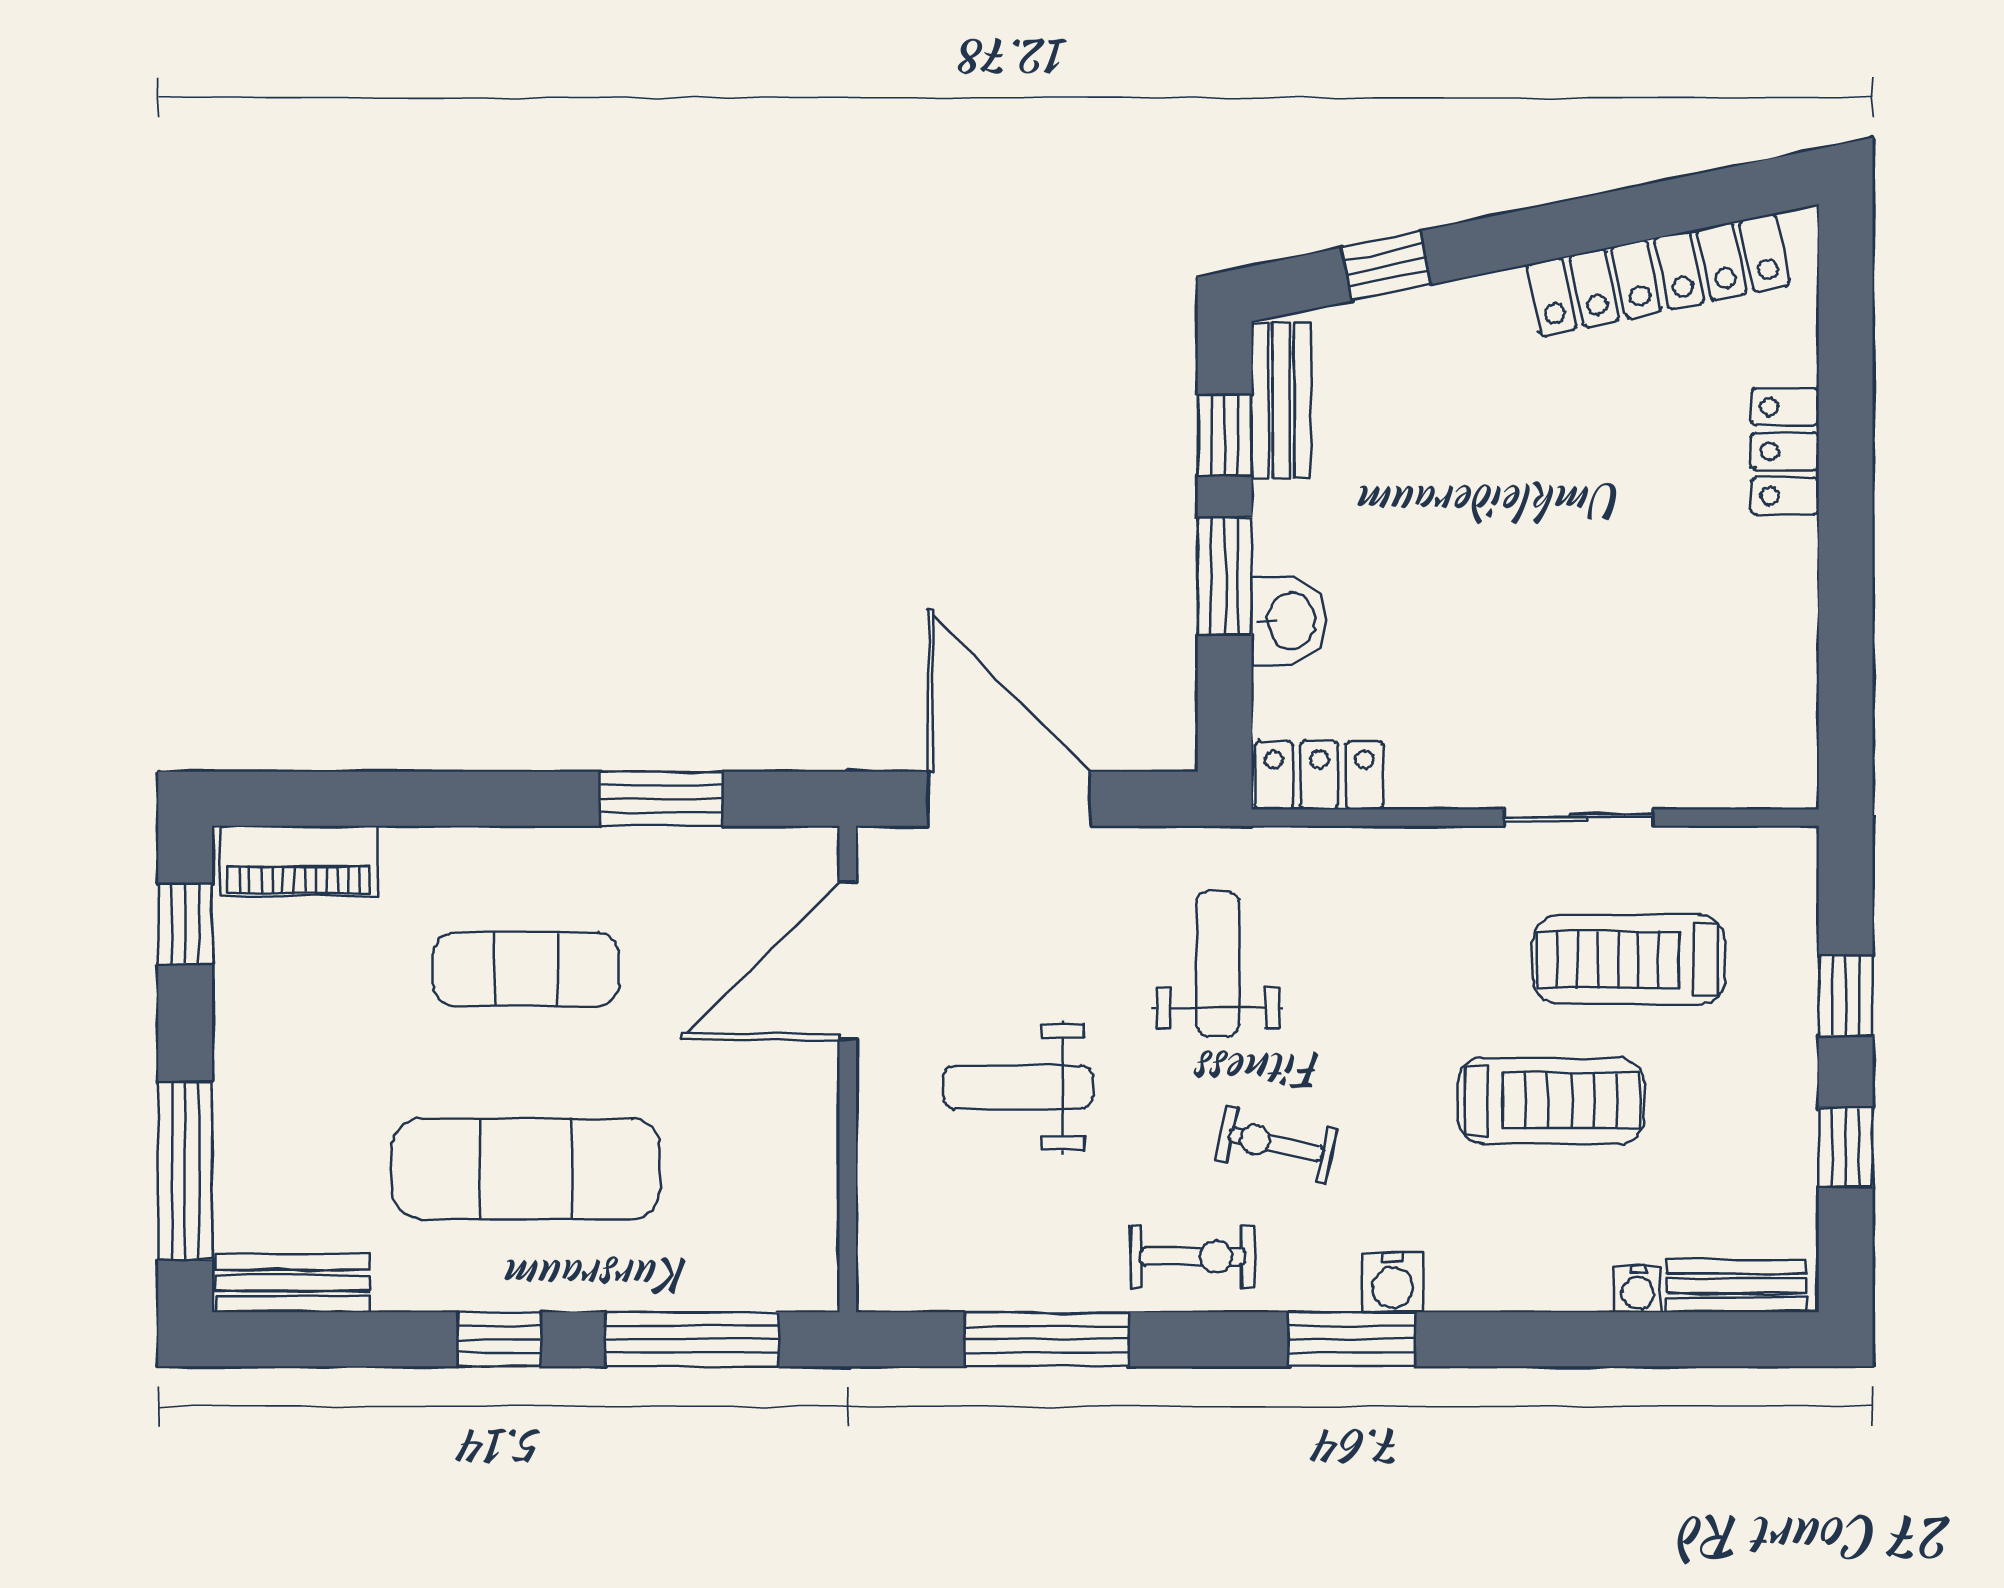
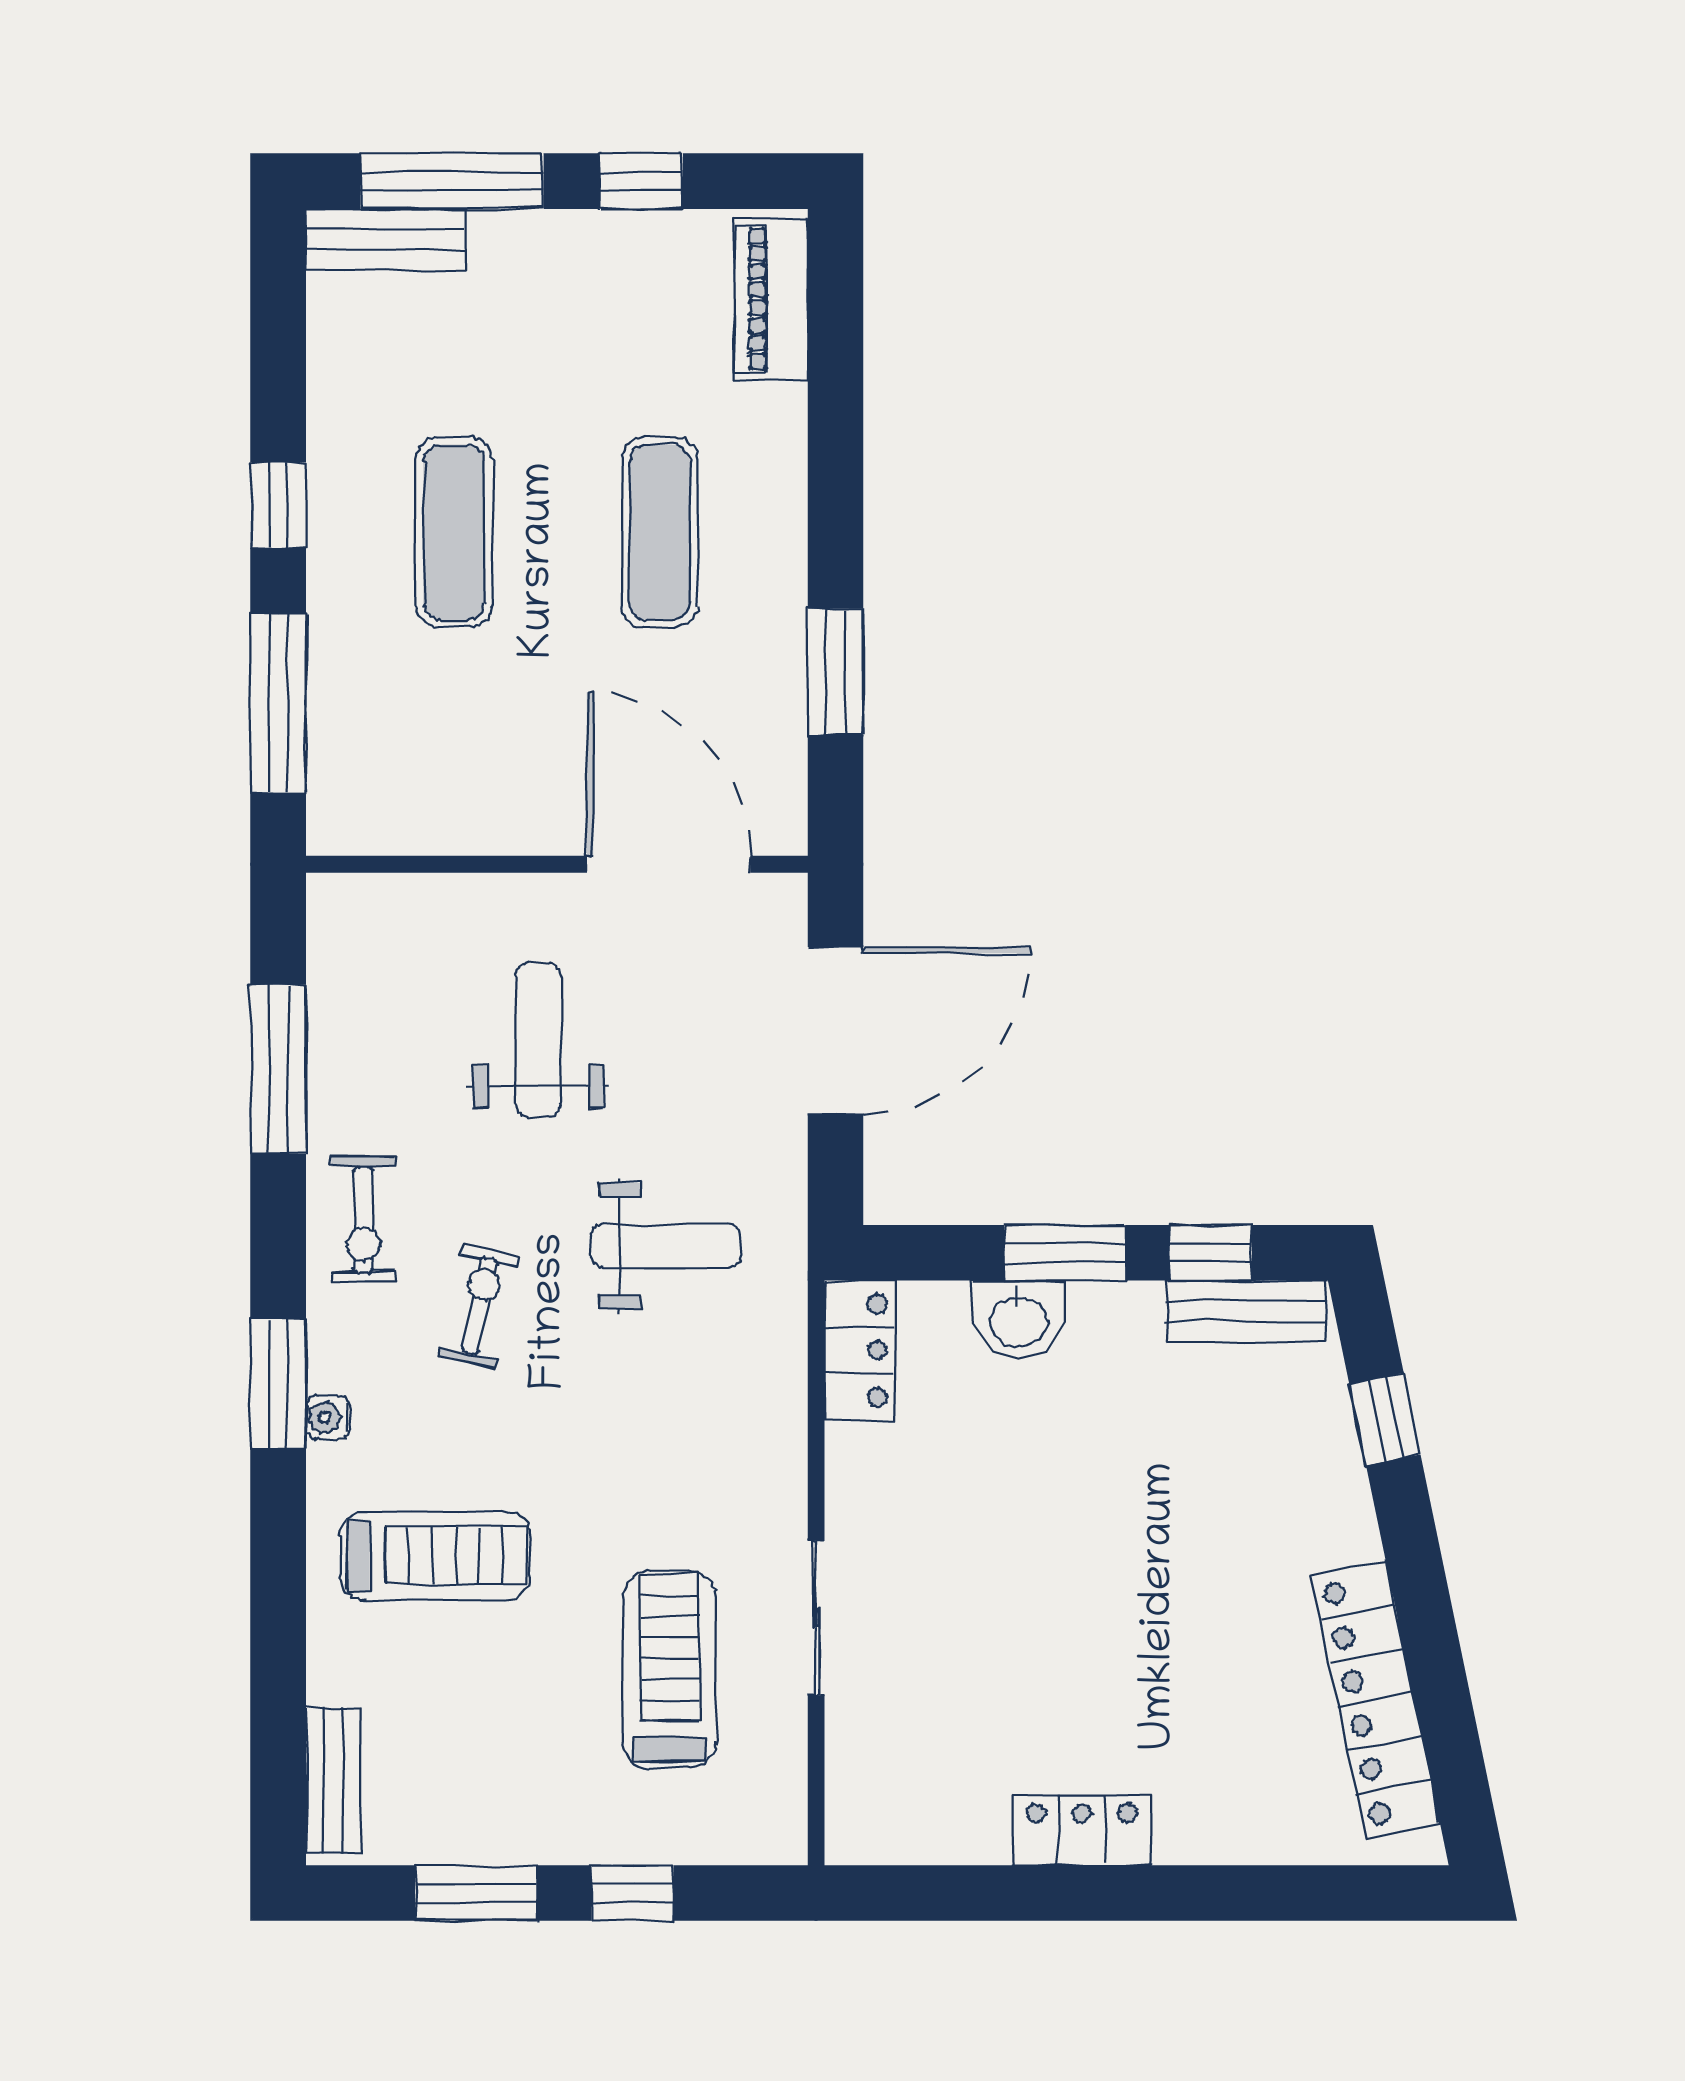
locker: (1785, 451) -> (1082, 1831), moved
window: (185, 924) -> (641, 181), moved
treadmill: (1551, 1101) -> (435, 1556), moved, turned -90
window: (1846, 1147) -> (476, 1893), width x1.50
exercise mat: (526, 1169) -> (454, 532), width x0.73, depth x0.69
bench: (293, 1283) -> (385, 239), moved, turned 90
water cooler: (1393, 1283) -> (328, 1417), width x0.72, depth x0.72
water cooler: (1638, 1289) -> (330, 1679), removed

